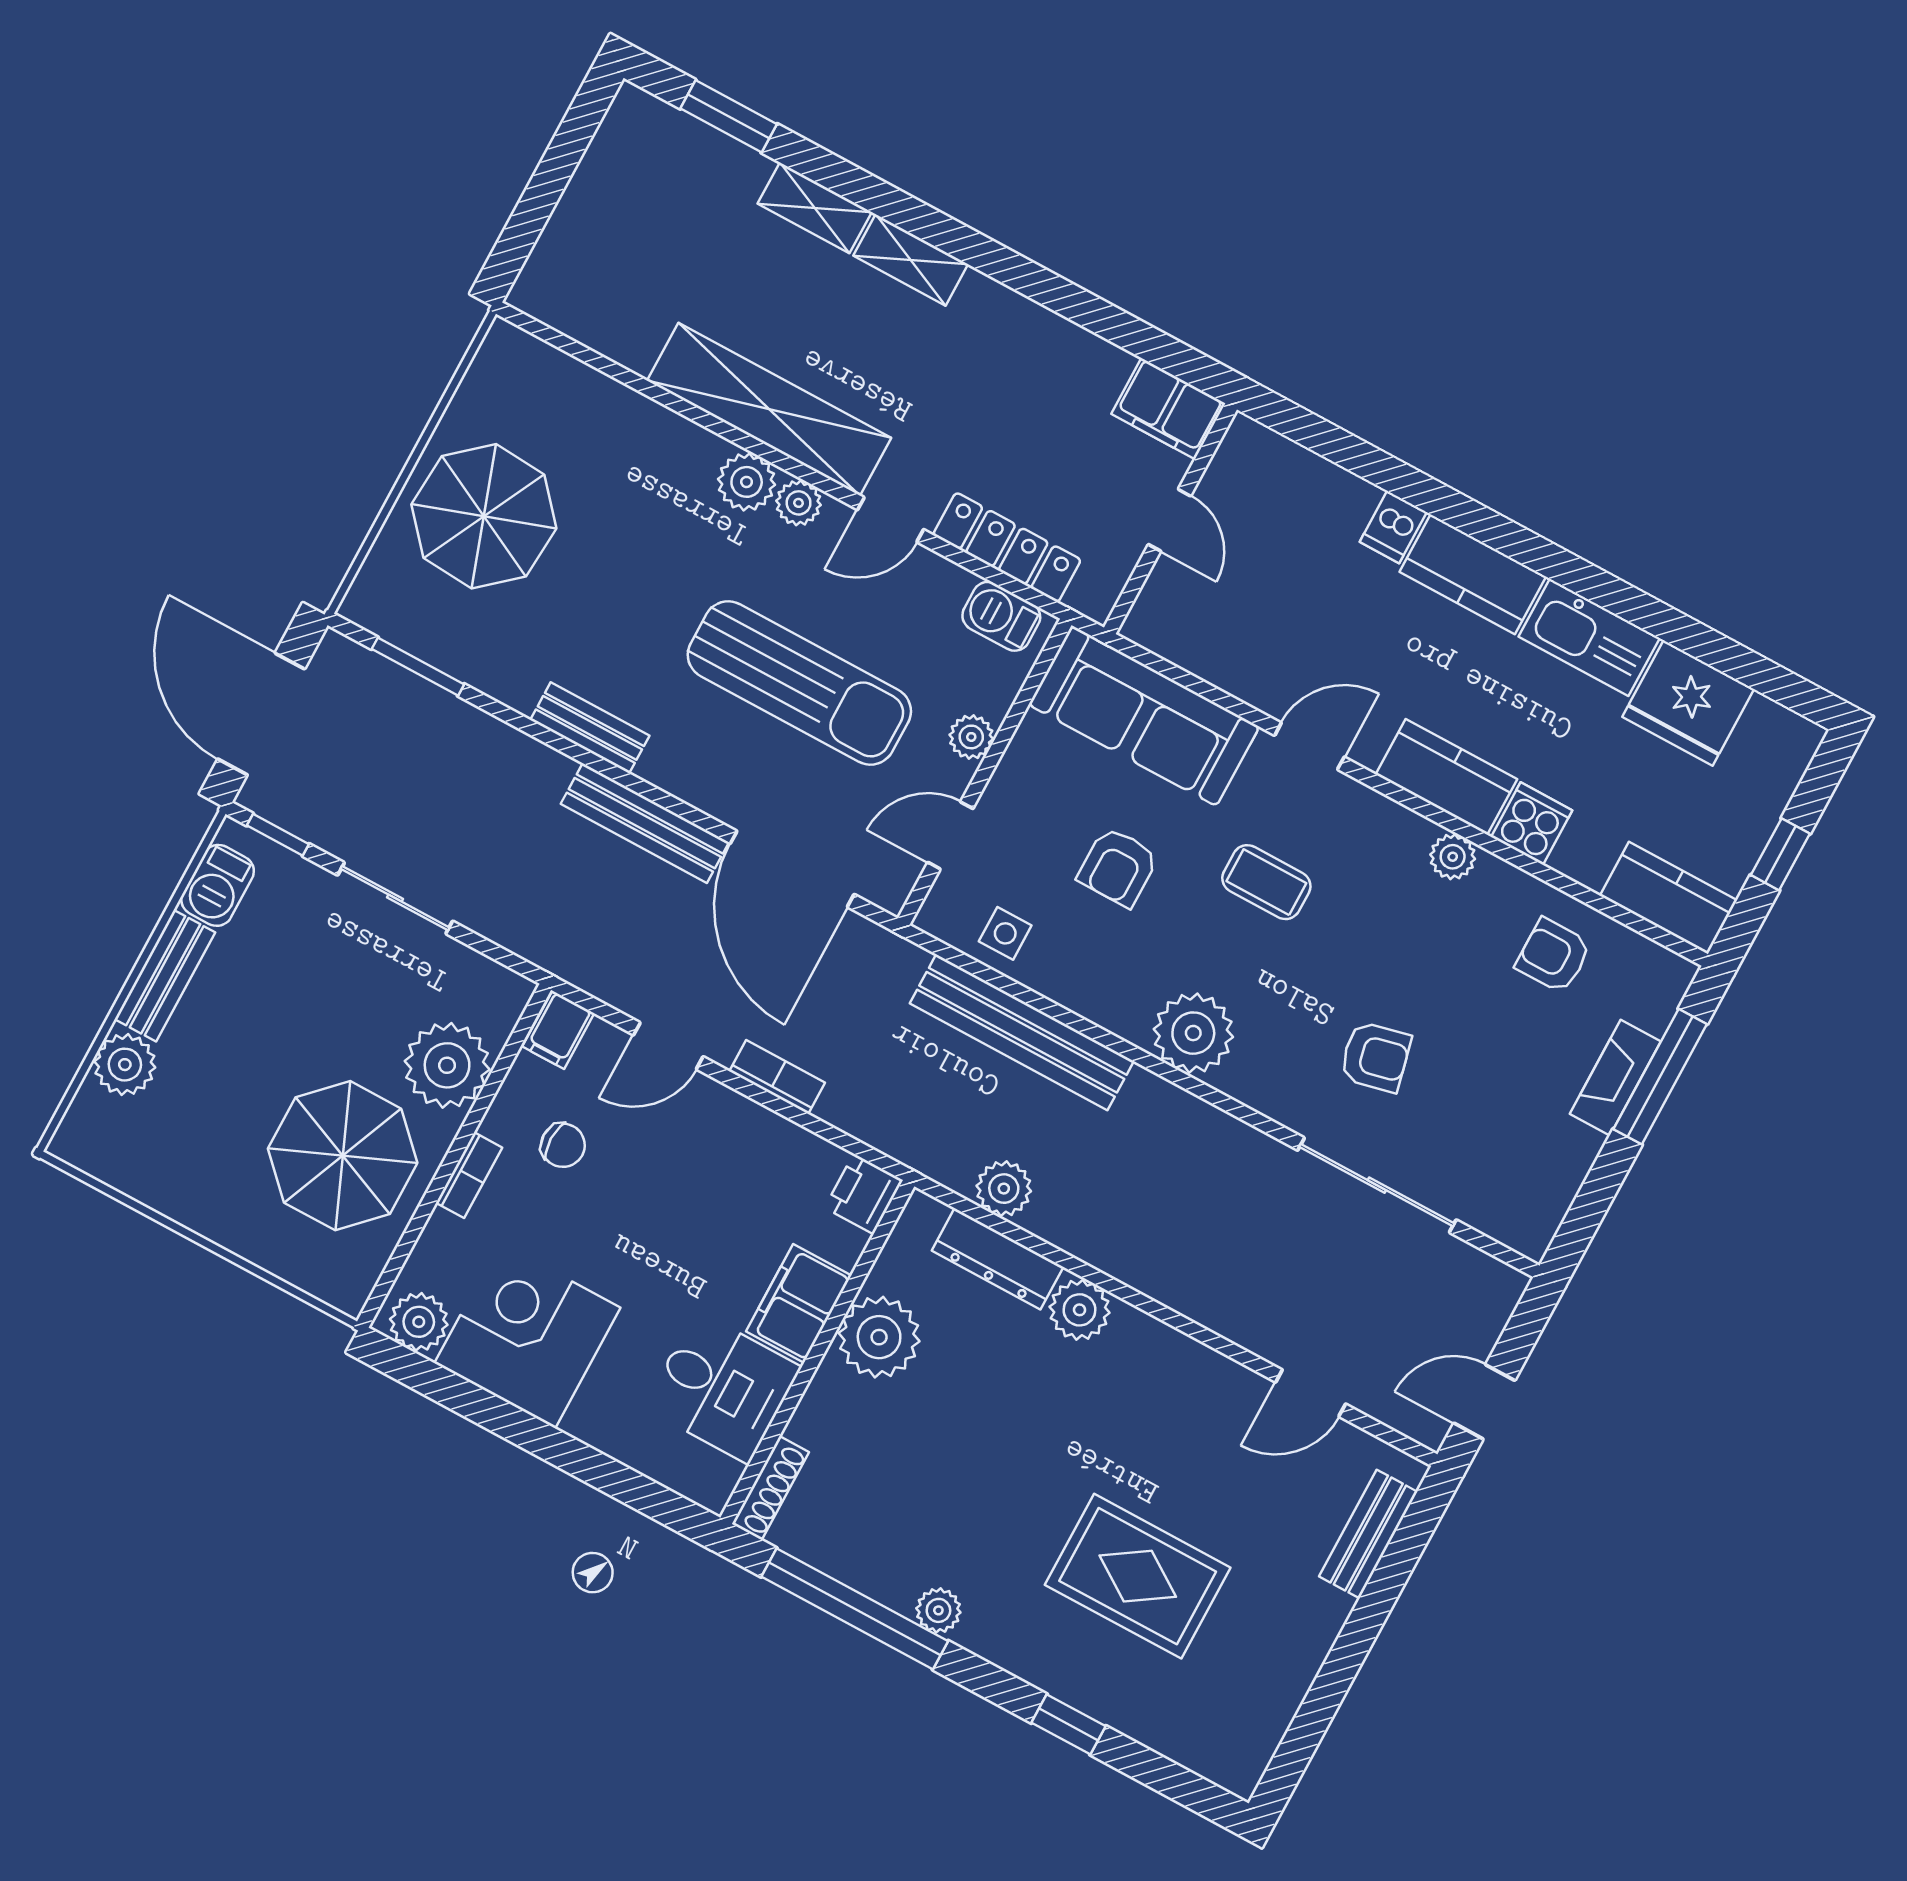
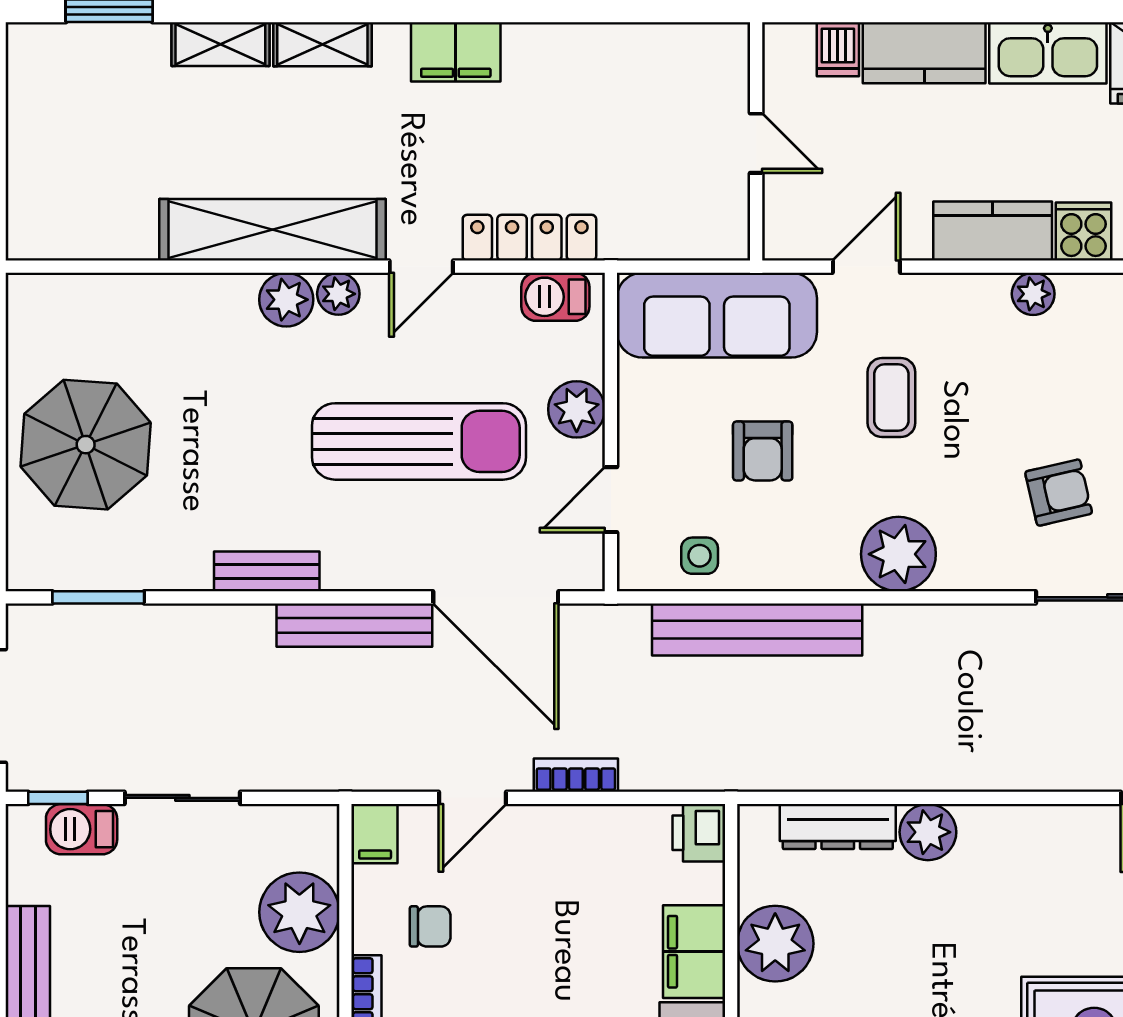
filing cabinet: (1168, 409) -> (456, 52), moved
wall: (1170, 519) -> (756, 141), moved
door: (1170, 520) -> (756, 143), moved
plant: (971, 737) -> (577, 409), width x1.38, depth x1.38
coffee table: (1266, 882) -> (891, 398), turned 90
barbecue: (218, 885) -> (82, 829), moved, turned 90
plant: (1004, 1189) -> (812, 766), removed

